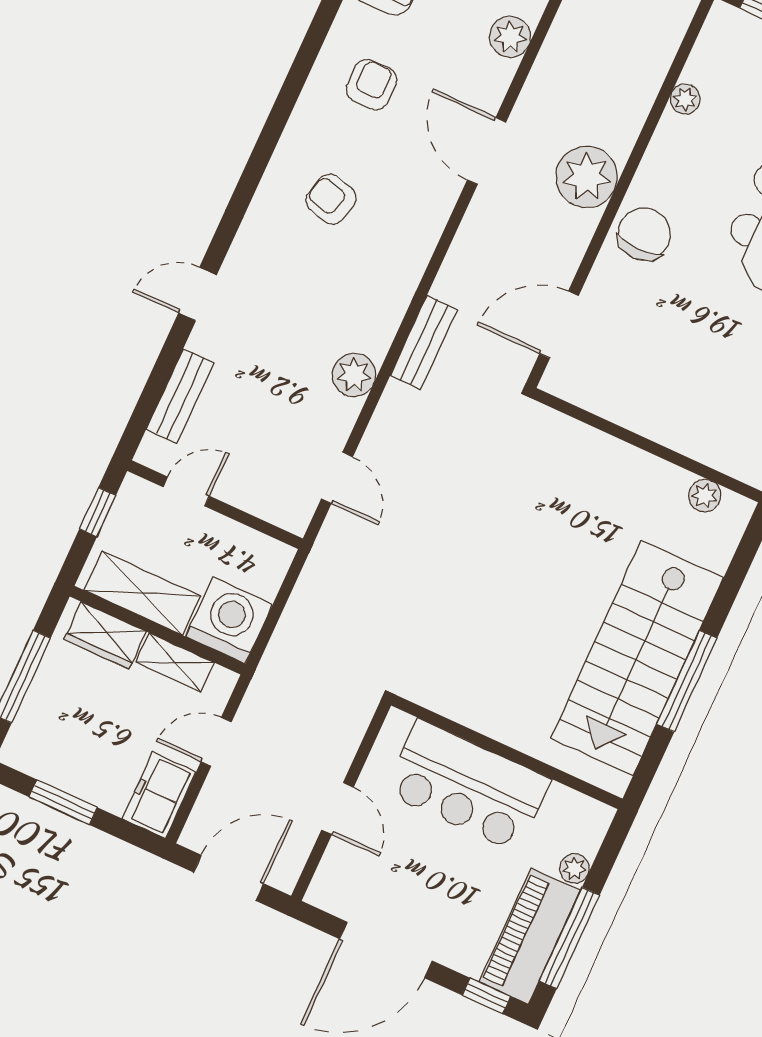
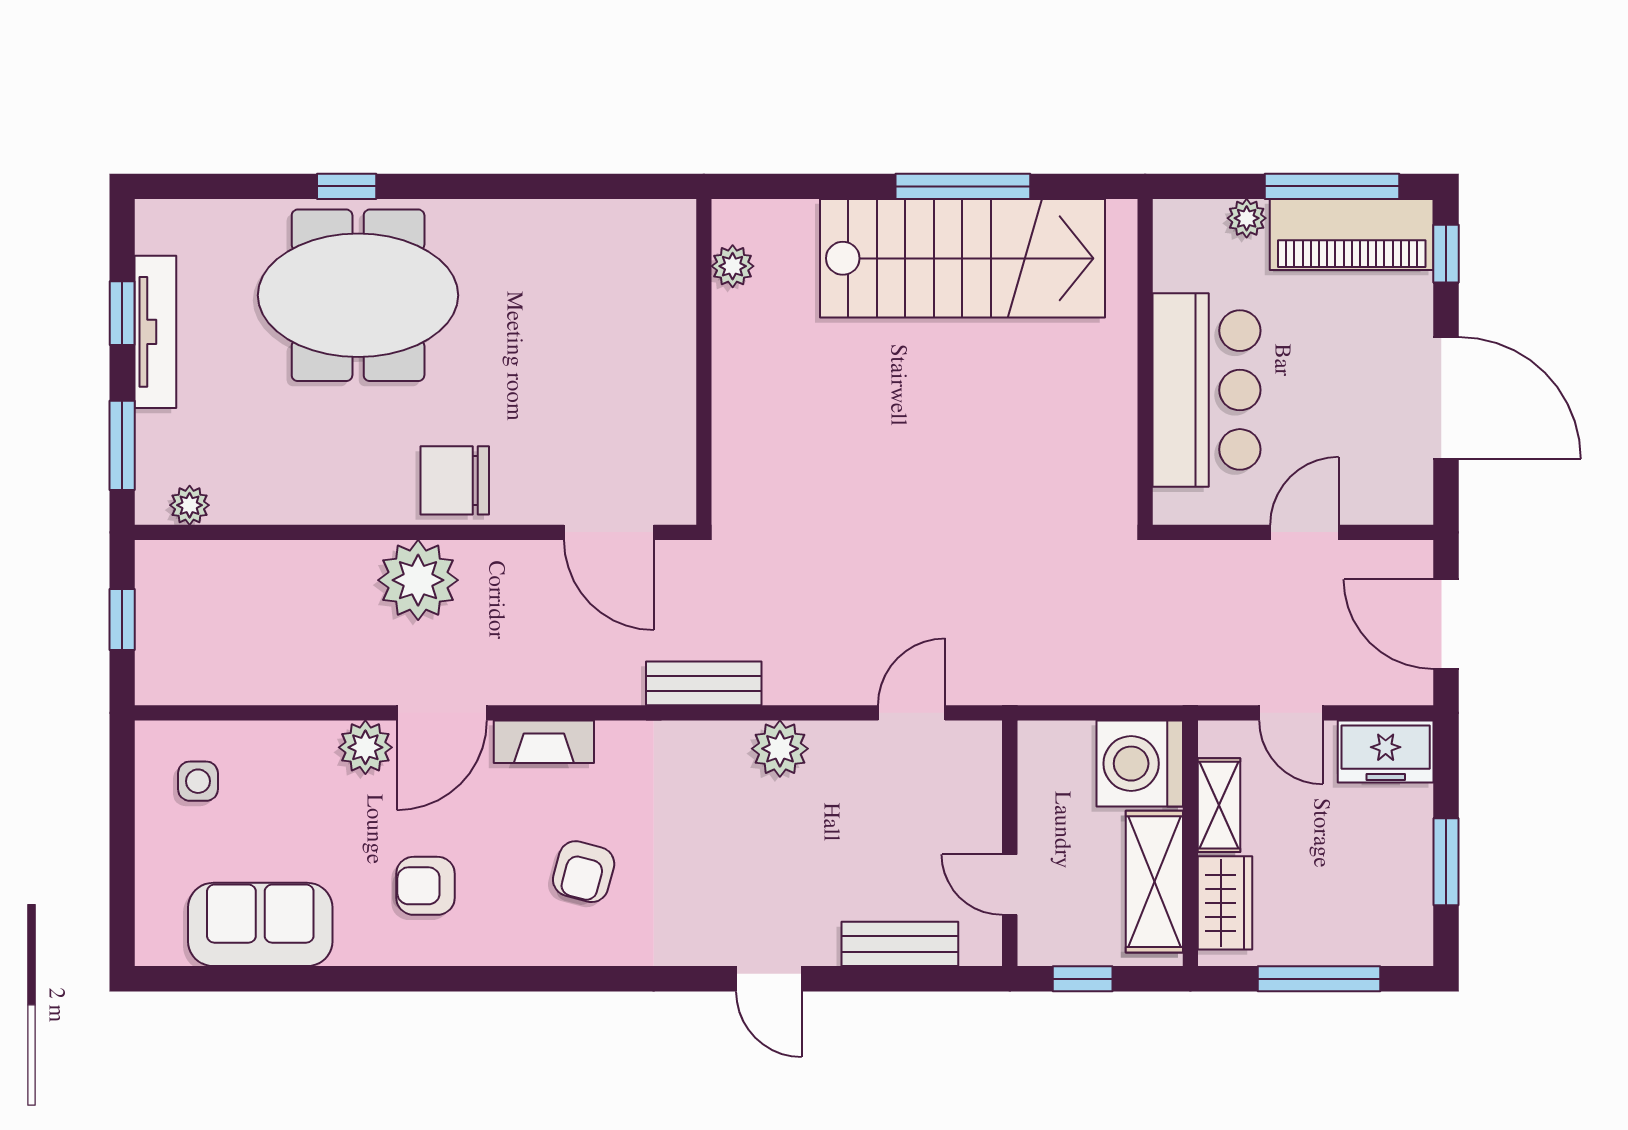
plant: (510, 37) -> (365, 747), moved
plant: (685, 99) -> (190, 505), moved
fireplace: (434, 213) -> (544, 742), added

